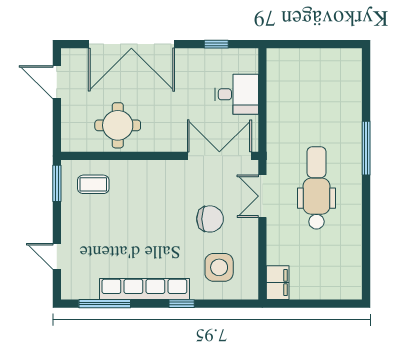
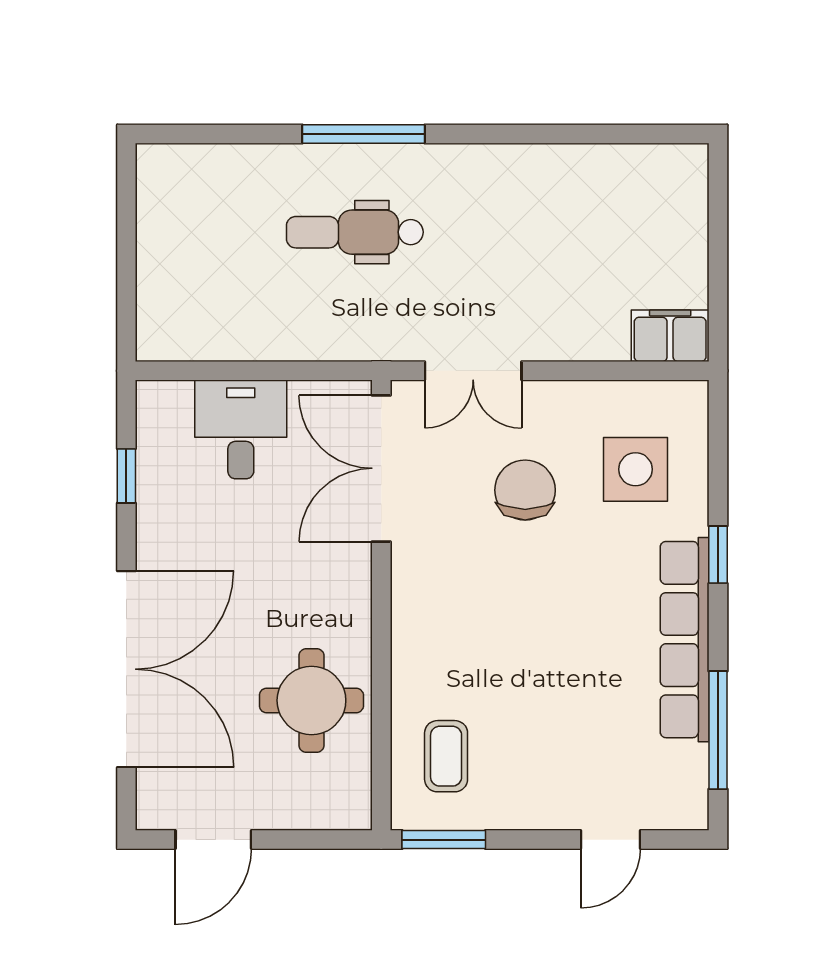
dental chair: (316, 188) -> (355, 232), moved, width x0.73, depth x0.72

